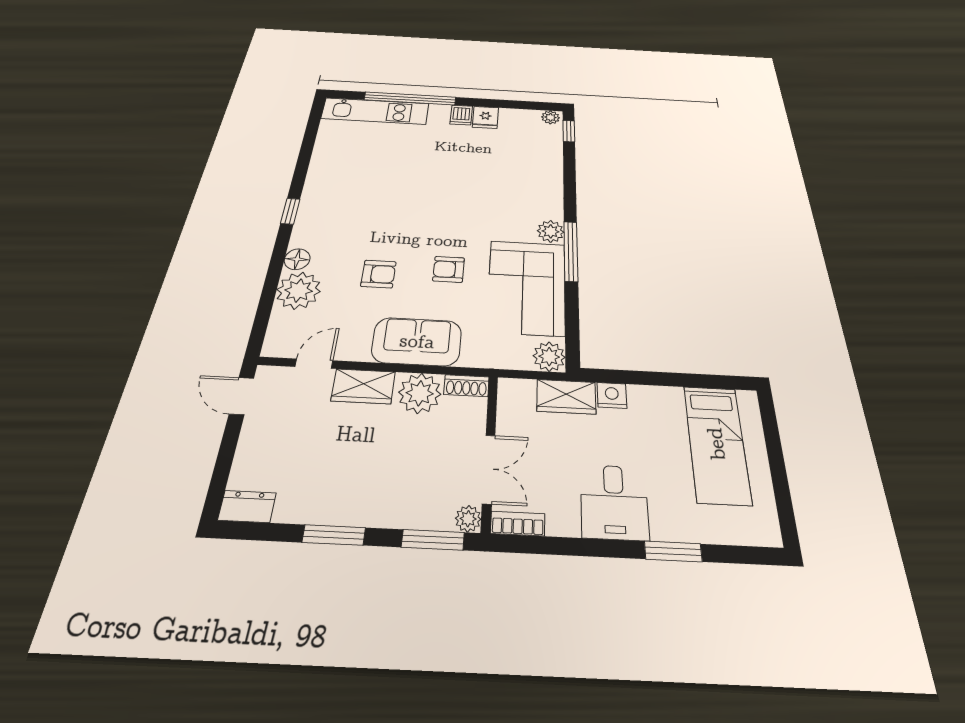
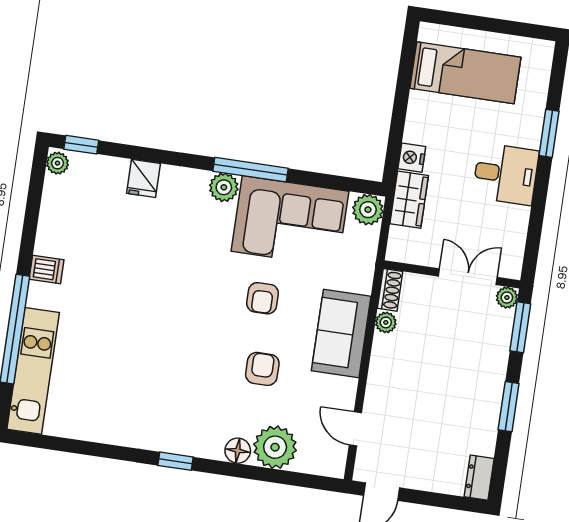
fridge: (485, 117) -> (143, 178), moved, turned 90
wardrobe: (363, 386) -> (382, 384), removed
plant: (420, 393) -> (386, 322), width x0.53, depth x0.53
bookcase: (518, 524) -> (515, 257), removed

